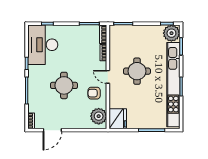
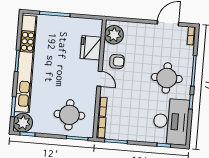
round table: (137, 71) -> (69, 115), moved
round table: (64, 85) -> (167, 78), moved
fridge: (118, 119) -> (91, 48), moved

